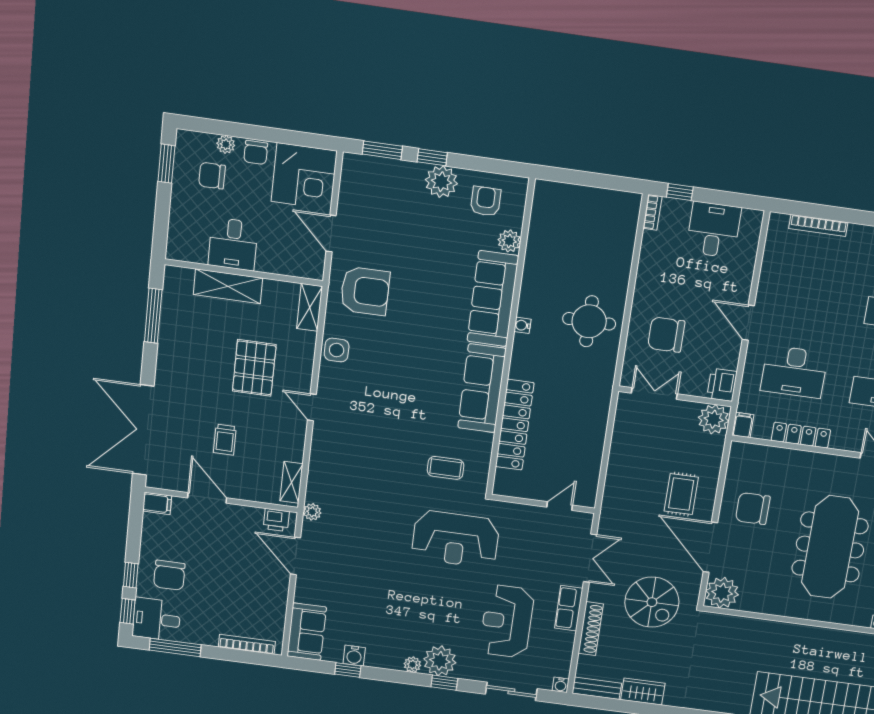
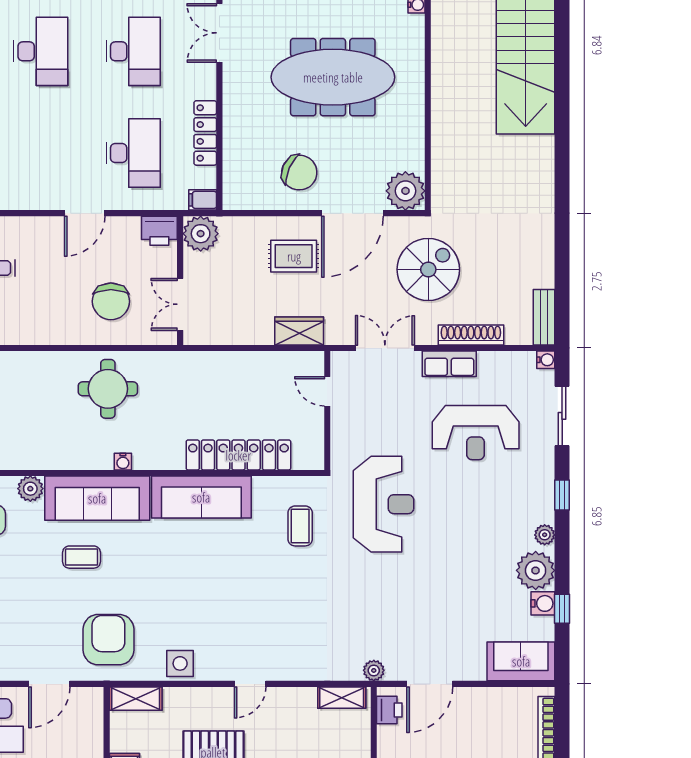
coffee table: (442, 278) -> (82, 557), added
chair: (753, 509) -> (299, 173), turned -66
plant: (440, 661) -> (536, 570), moved
wardrobe: (643, 692) -> (299, 331), moved, turned 90

